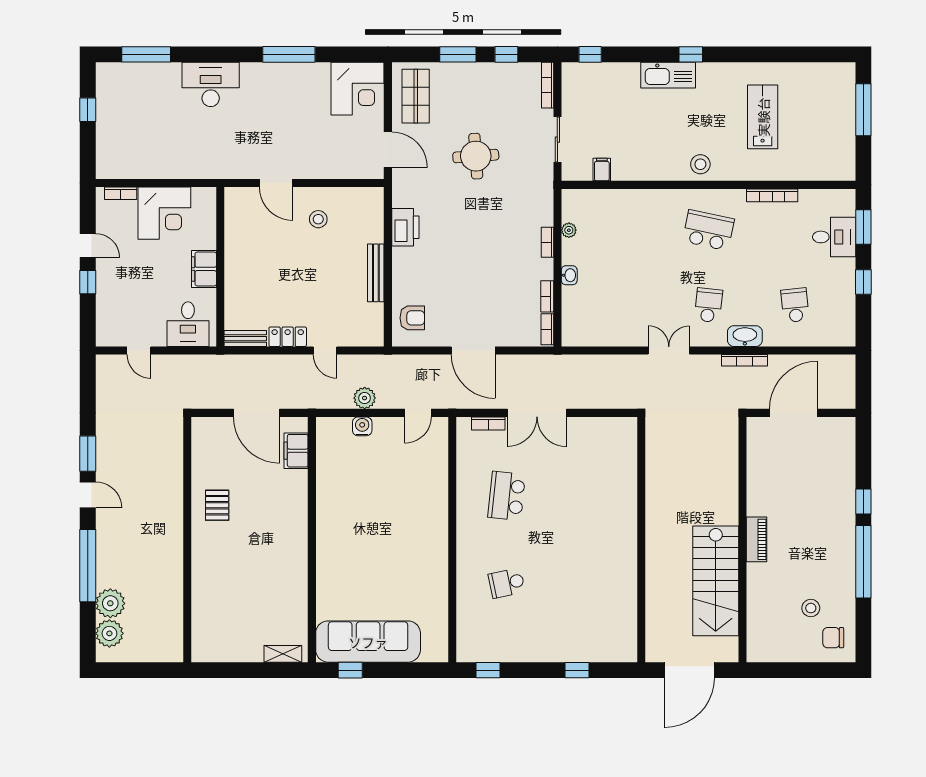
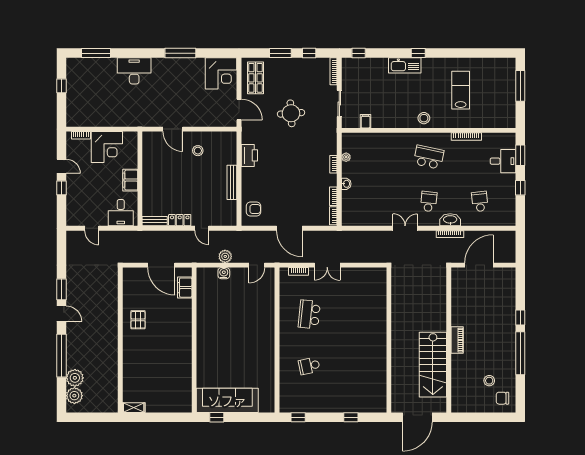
double door: (537, 413) -> (327, 265), width x0.73
shelving: (283, 654) -> (134, 408), moved

